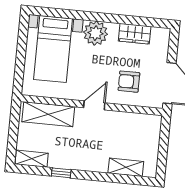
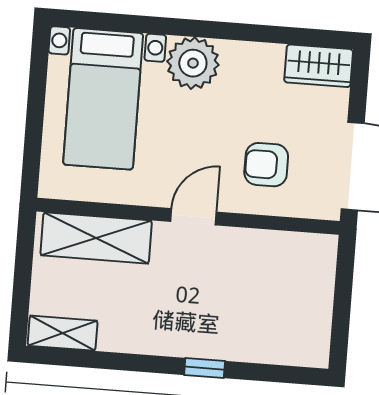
wardrobe: (135, 34) -> (319, 66), moved
shelving: (126, 167) -> (264, 347), removed
window: (61, 173) -> (205, 368), moved

